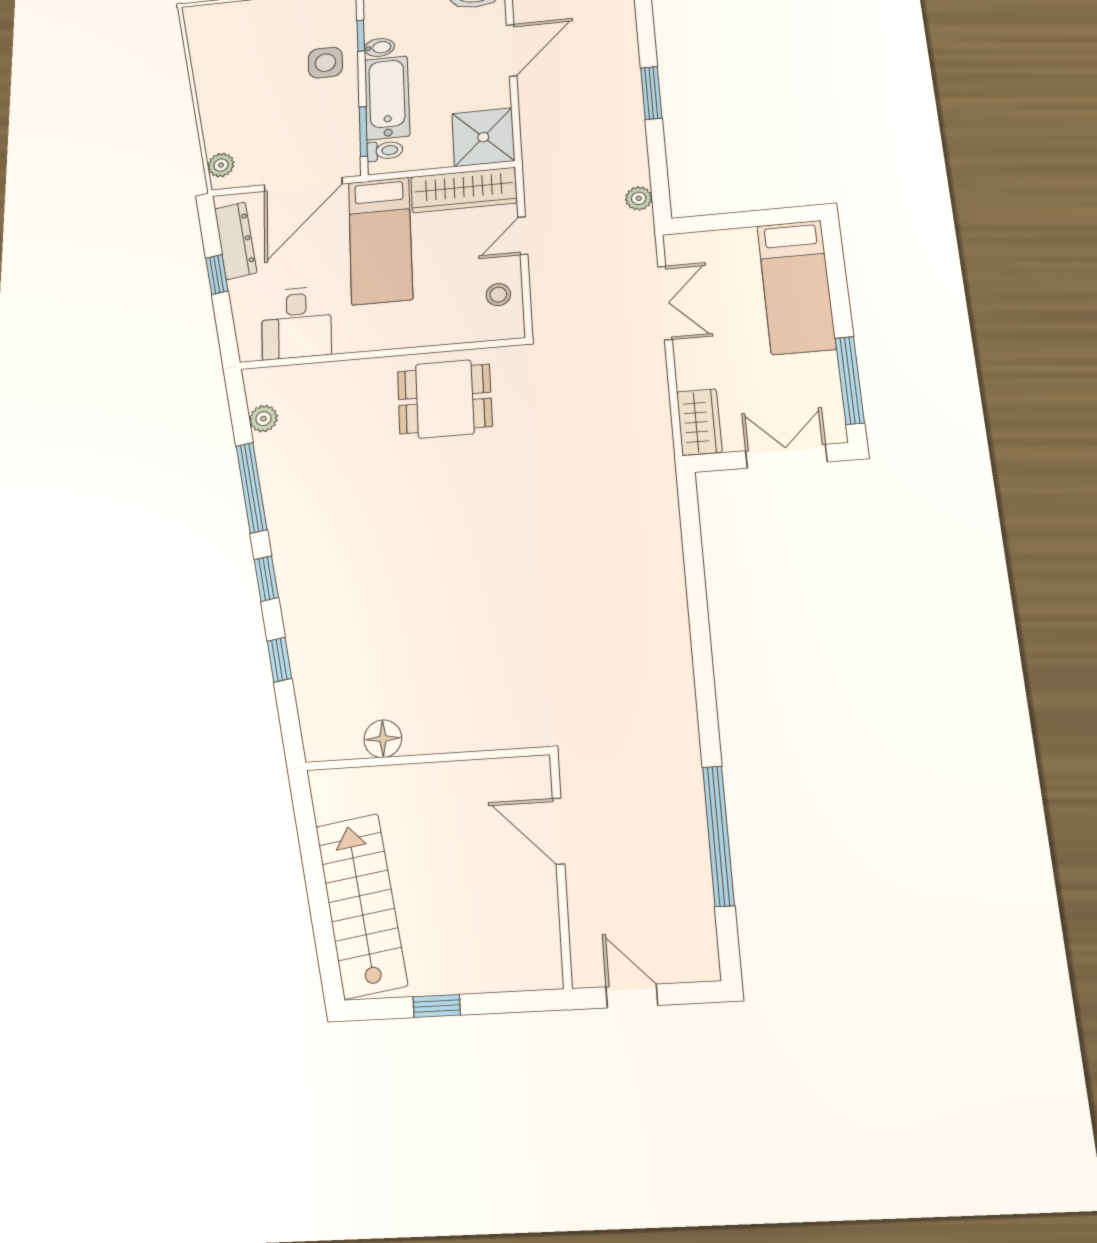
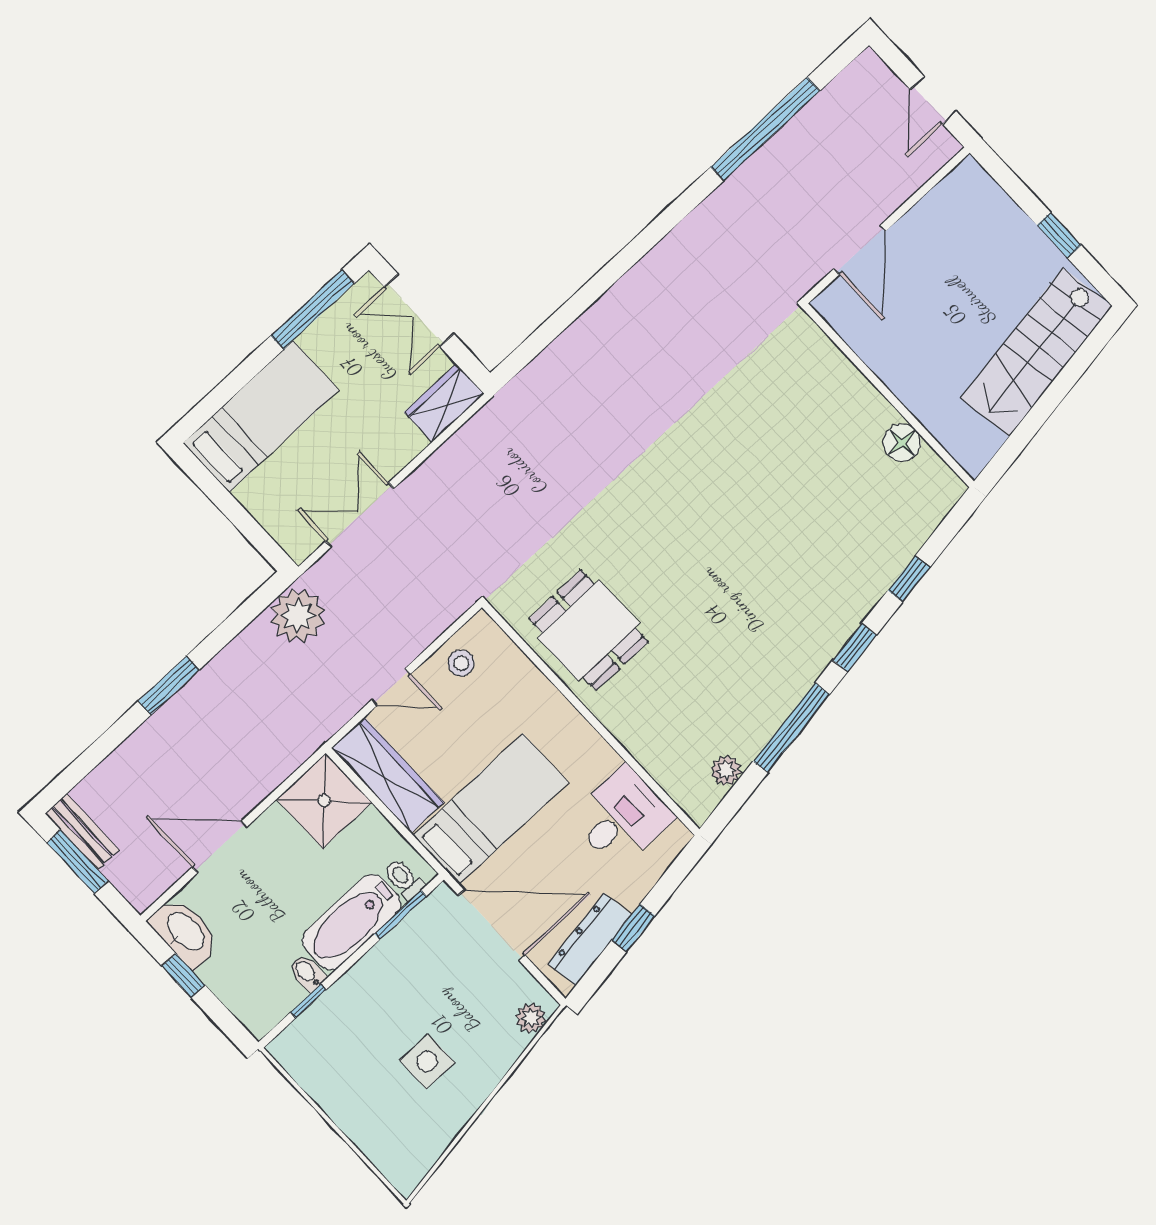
side table: (325, 63) -> (427, 1061), moved
plant: (639, 198) -> (298, 615), width x1.88, depth x1.88

